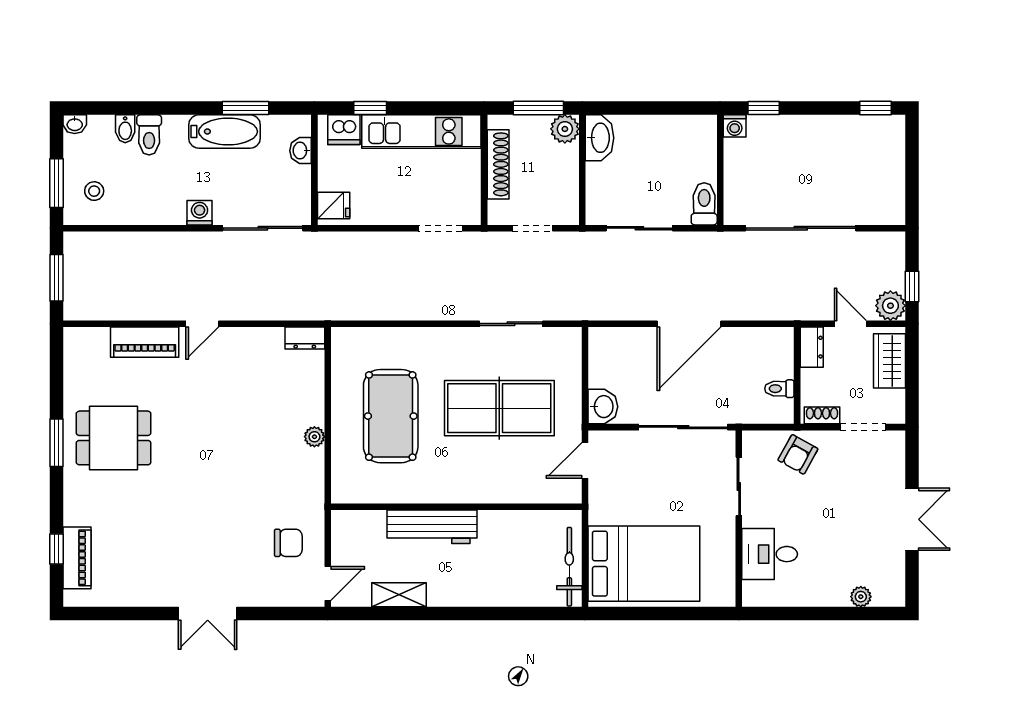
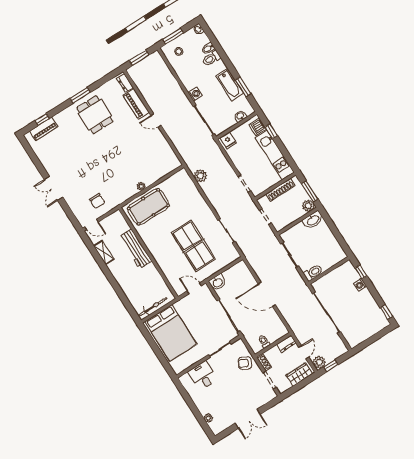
washing machine: (735, 126) -> (360, 285), moved
plant: (369, 306) -> (200, 176), added
dresser: (305, 338) -> (125, 83), moved
pool table: (391, 416) -> (148, 207), moved

